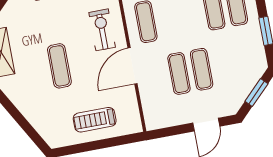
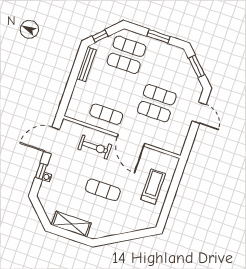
exercise bike: (102, 30) -> (95, 147), turned 180
treadmill: (95, 120) -> (153, 187), turned 180

